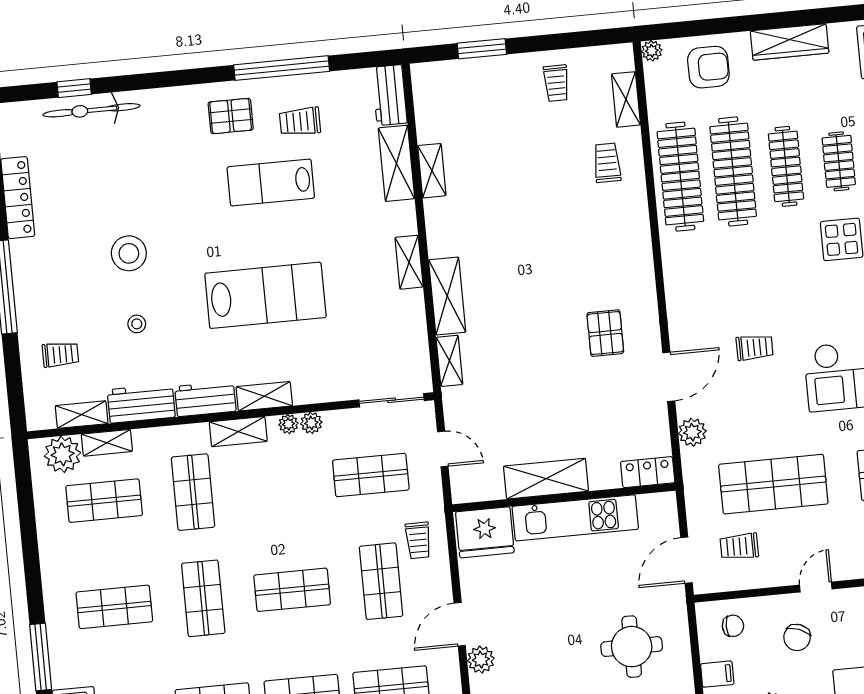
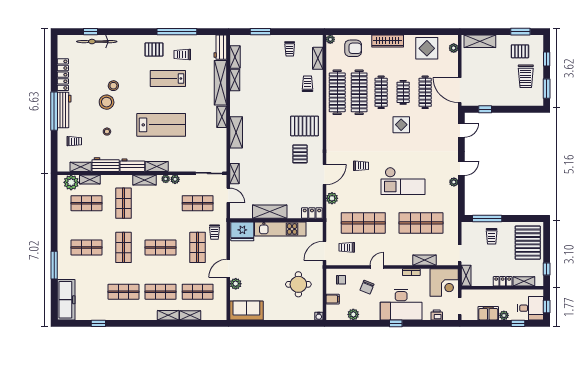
shelving: (427, 115) -> (235, 57), added
shelving: (396, 163) -> (221, 83), width x1.47
stool: (142, 212) -> (113, 86), added
pallet: (610, 265) -> (305, 126), added
workbench: (29, 282) -> (64, 110), added
shelving: (449, 361) -> (235, 174), moved

